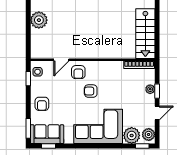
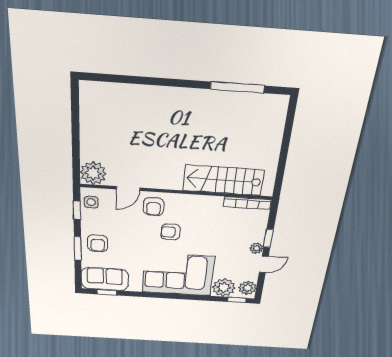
plant: (39, 20) -> (93, 173), moved
stairs: (145, 34) -> (223, 180), moved, turned 90
plant: (150, 89) -> (257, 248), moved
window: (28, 128) -> (78, 248), moved

